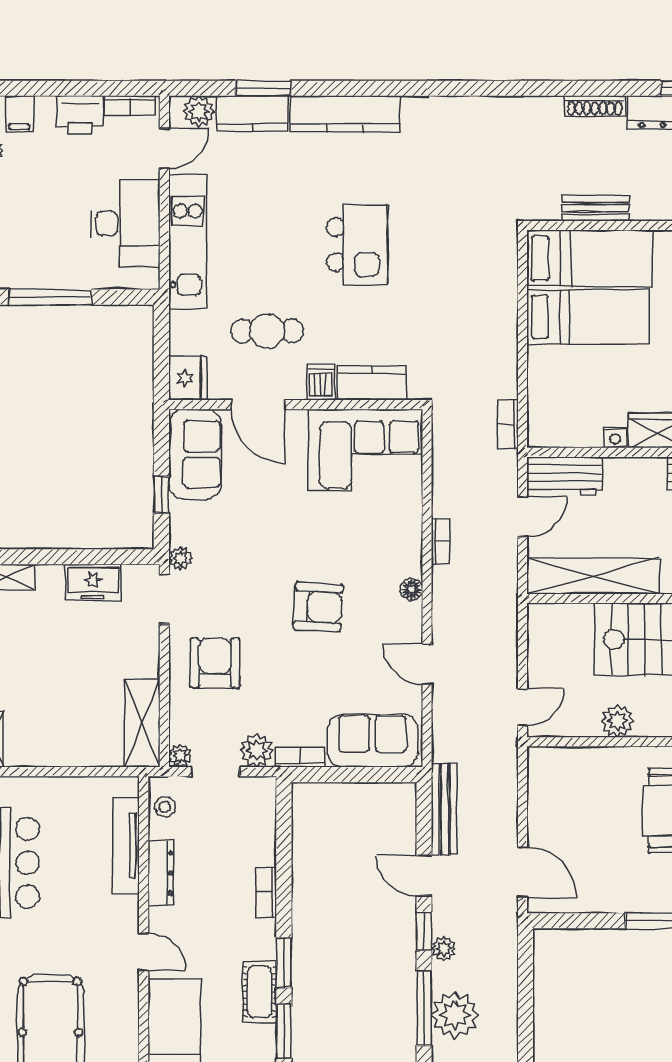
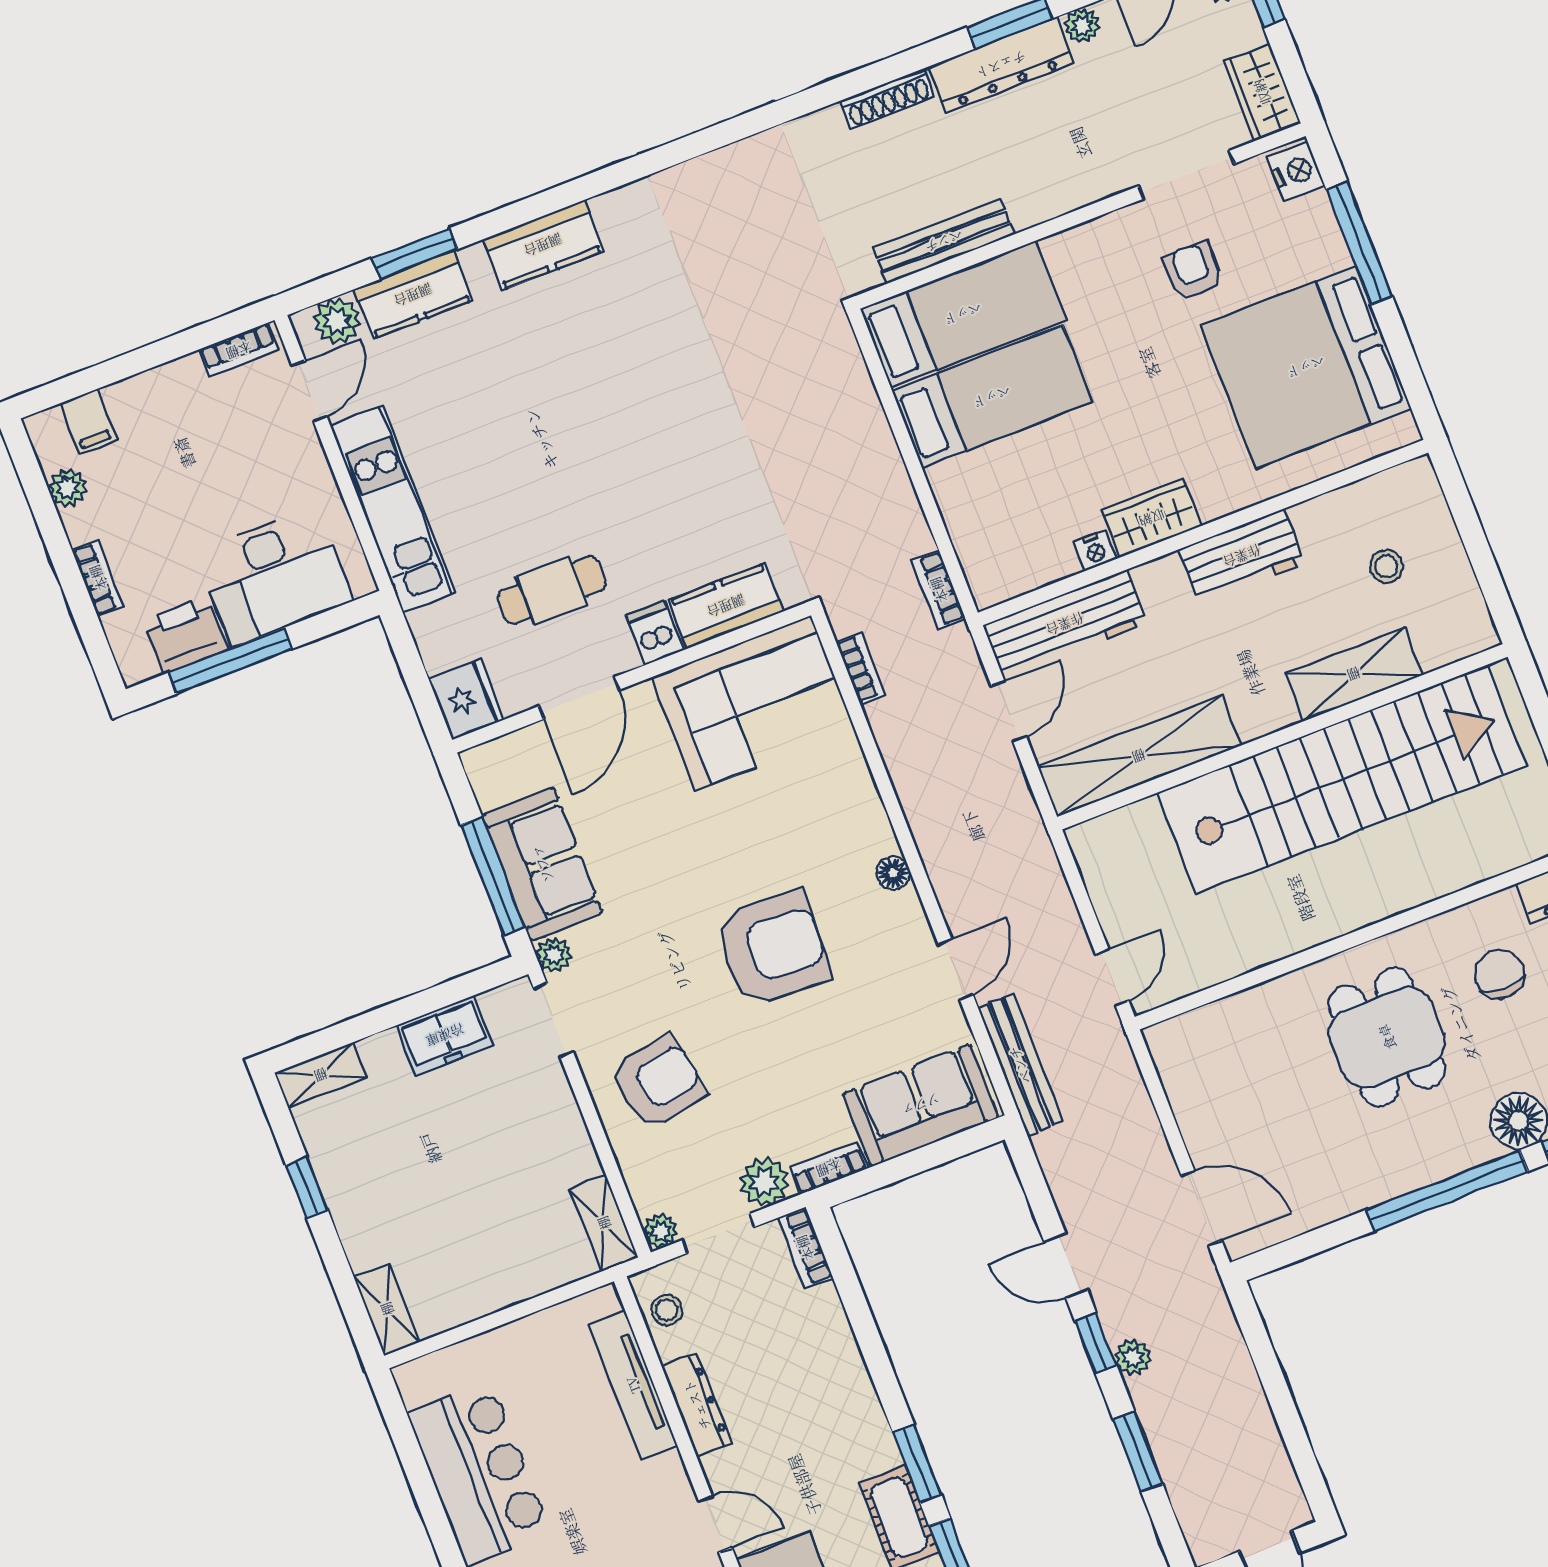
kitchen counter: (345, 114) -> (543, 245), width x0.67
printer: (80, 115) -> (185, 635), moved, turned 180
bench: (595, 208) -> (944, 241), width x1.36
desk: (125, 223) -> (274, 576), moved, turned 90
kitchen island: (357, 245) -> (631, 421), removed
door: (258, 405) -> (579, 698), hinge flipped
sofa: (195, 454) -> (542, 864), moved
workbench: (565, 476) -> (1065, 624), width x1.38
window: (161, 495) -> (493, 876), width x2.17
bookcase: (440, 541) -> (860, 668), moved
armchair: (318, 607) -> (772, 948), width x1.36, depth x1.36
armchair: (215, 663) -> (658, 1082), turned 79
door: (427, 664) -> (956, 969), swing flipped
plant: (617, 721) -> (1252, 945), removed
shelving: (142, 723) -> (604, 1223), width x0.67, depth x0.75
bench: (444, 809) -> (1020, 1065), moved
bookcase: (266, 892) -> (805, 1248), moved
window: (424, 1008) -> (1138, 1451), width x0.69
plant: (455, 1015) -> (1184, 1444), removed

